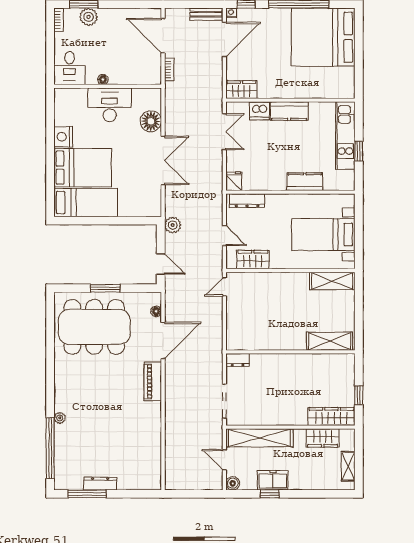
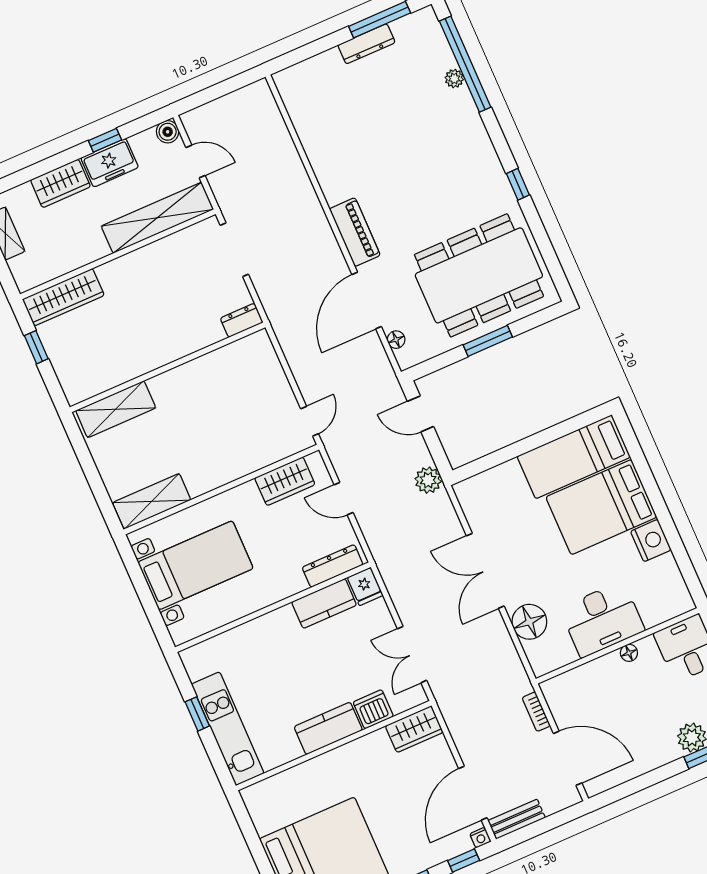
kitchen counter: (305, 182) -> (324, 604), moved
window: (50, 368) -> (518, 184), added
plant: (60, 418) -> (454, 79), moved
wardrobe: (323, 438) -> (60, 183), moved, turned 180

